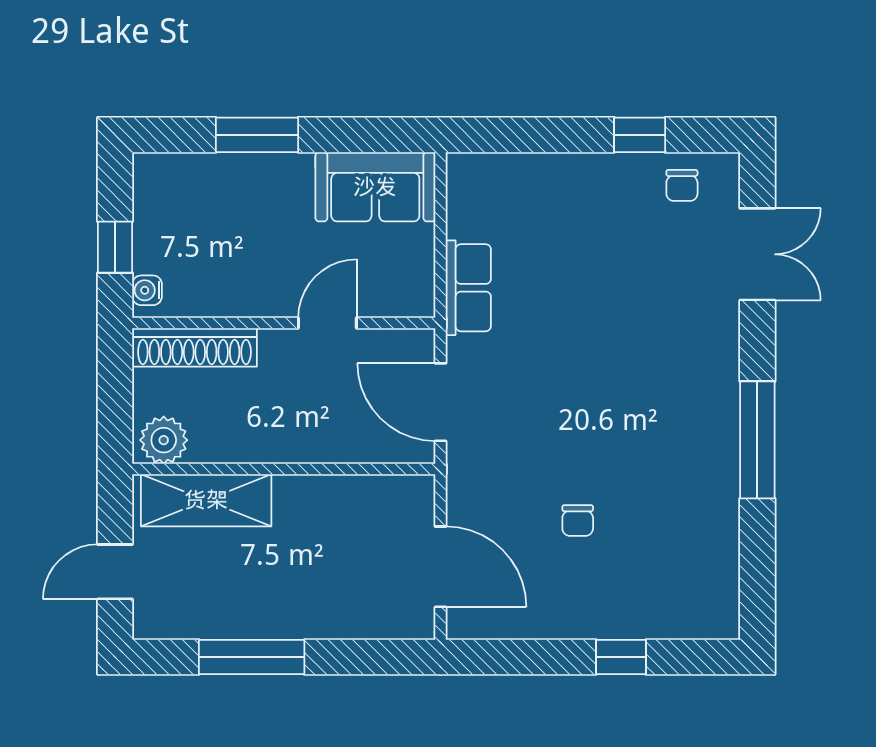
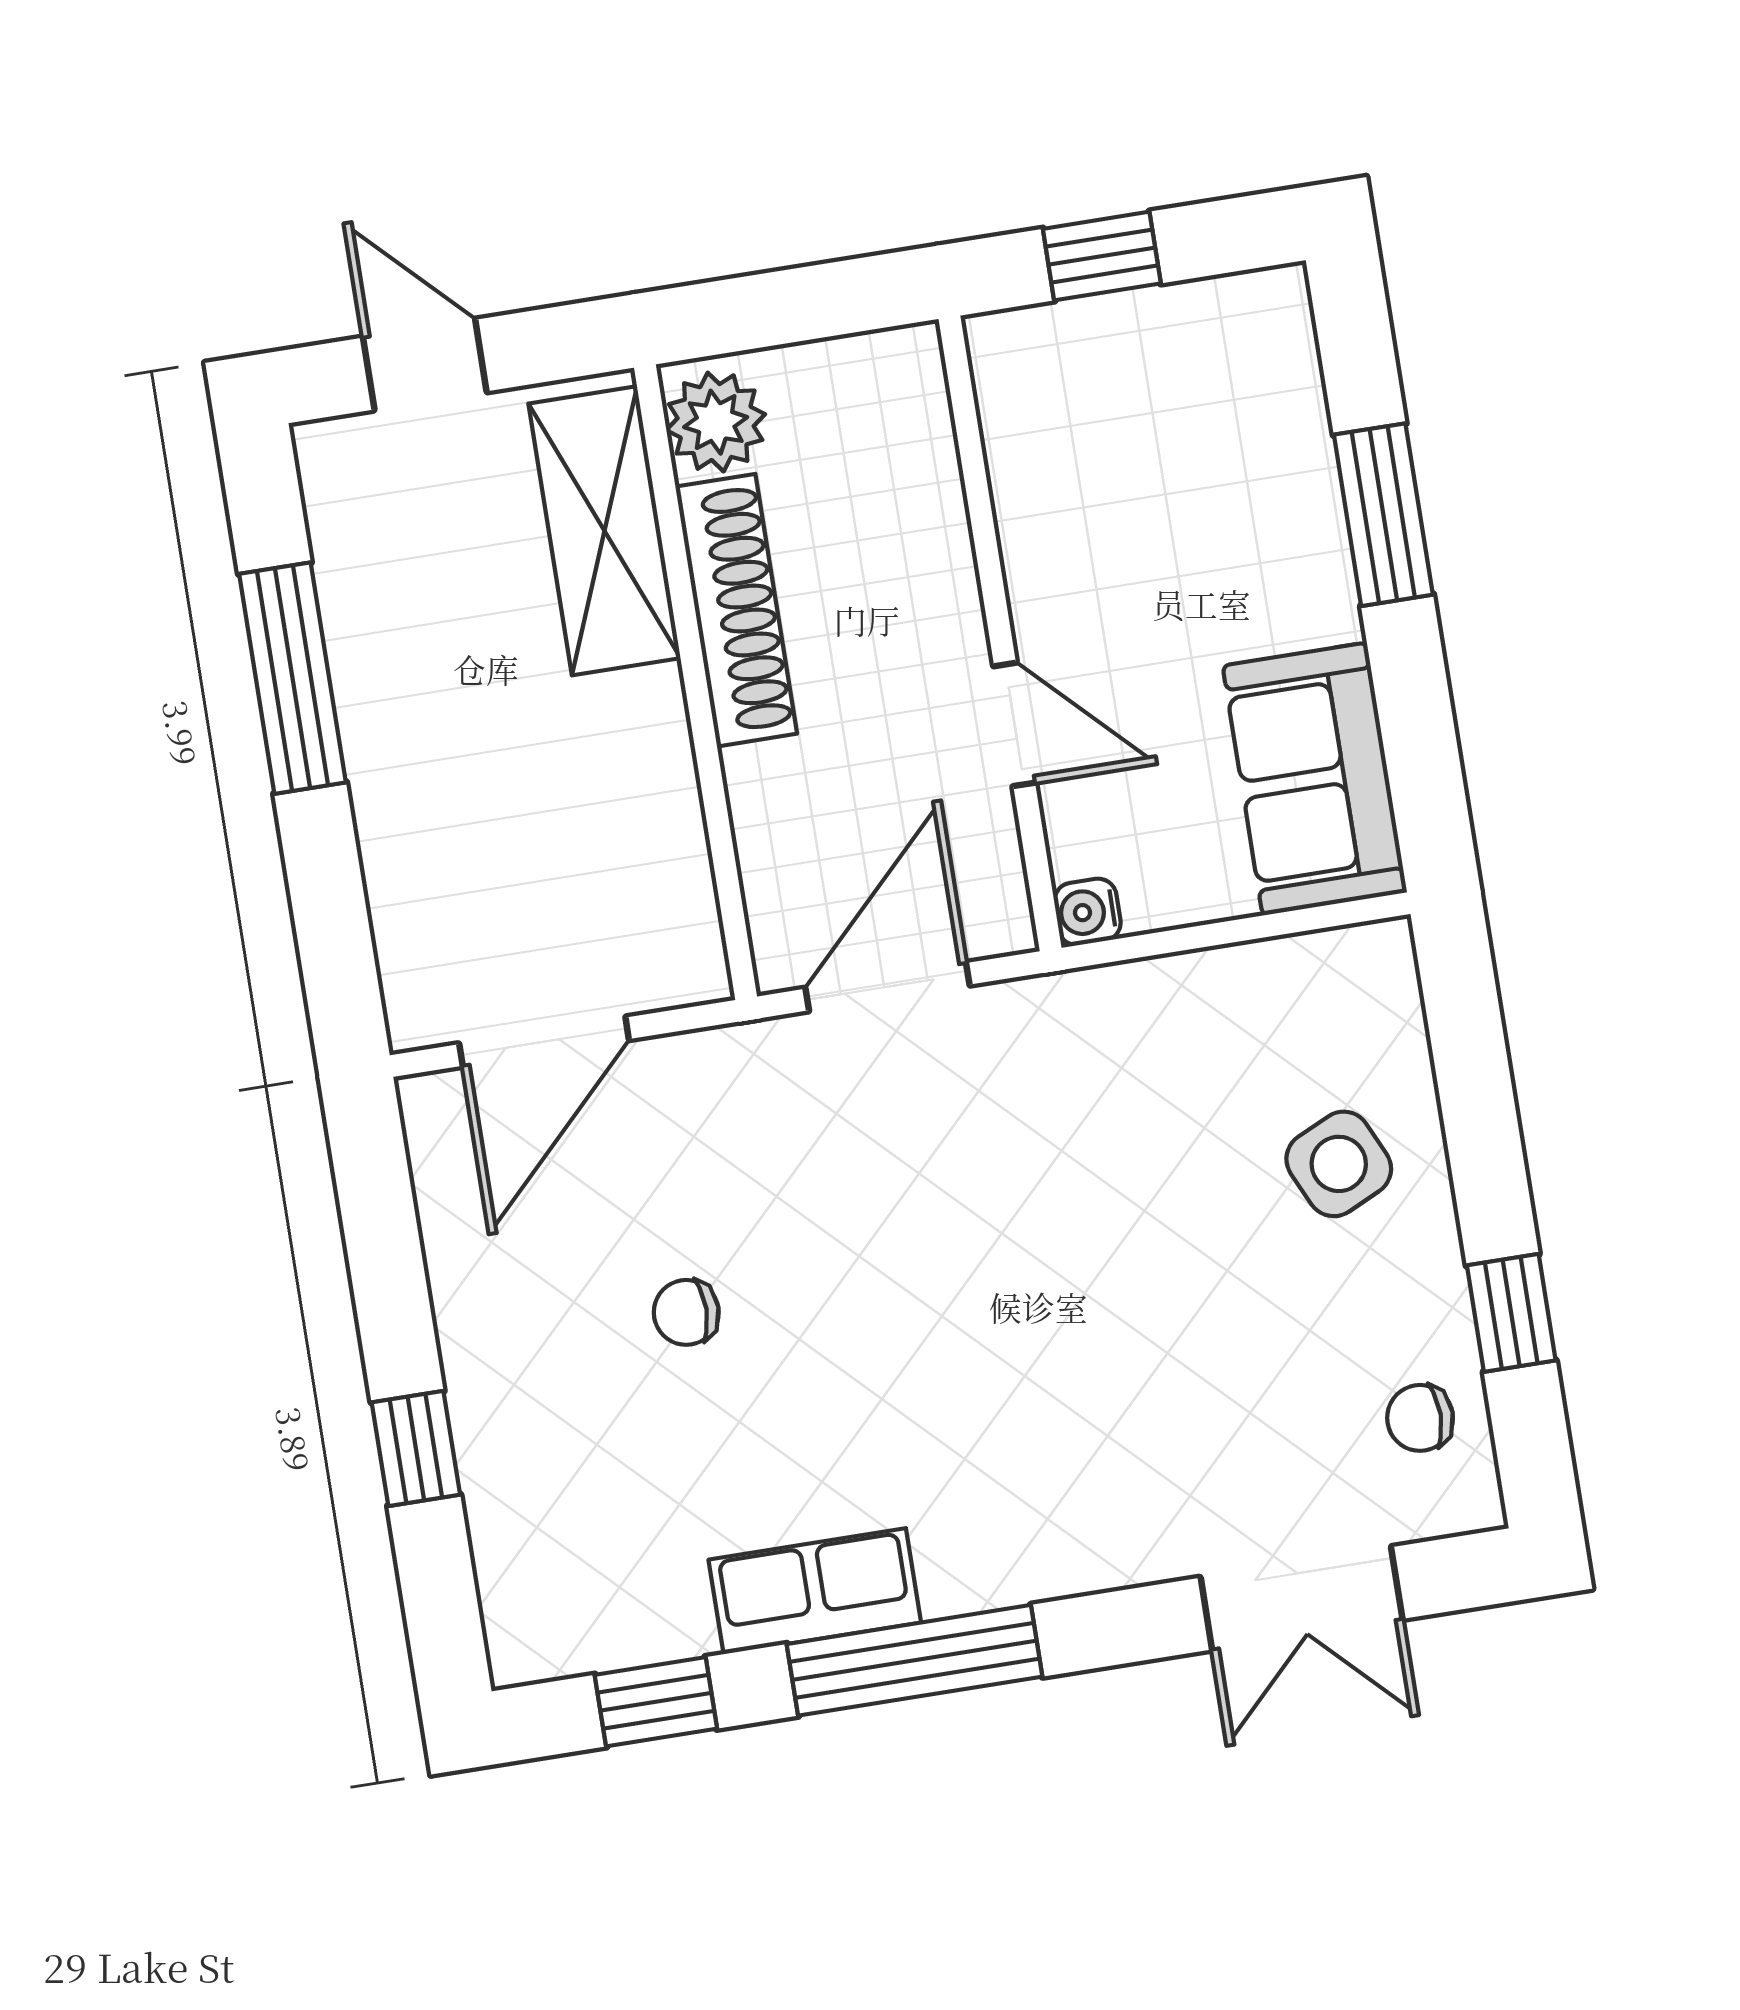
side table: (557, 204) -> (1339, 1164), added
row of seats: (468, 288) -> (815, 1591), moved, turned 180
water cooler: (147, 290) -> (1087, 912), moved, turned -90
shoe rack: (194, 347) -> (736, 610), moved, turned 180
window: (757, 564) -> (656, 1702), added

